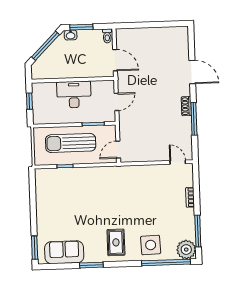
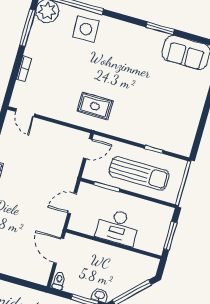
window: (29, 101) -> (170, 236), width x1.50
rug: (116, 242) -> (95, 106), moved, turned 90

